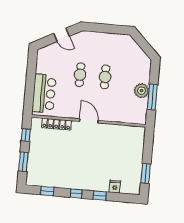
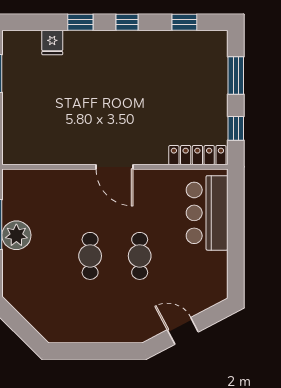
locker: (56, 124) -> (197, 155), moved

